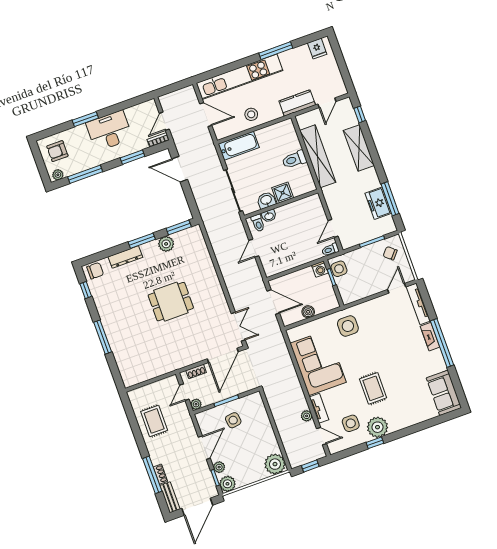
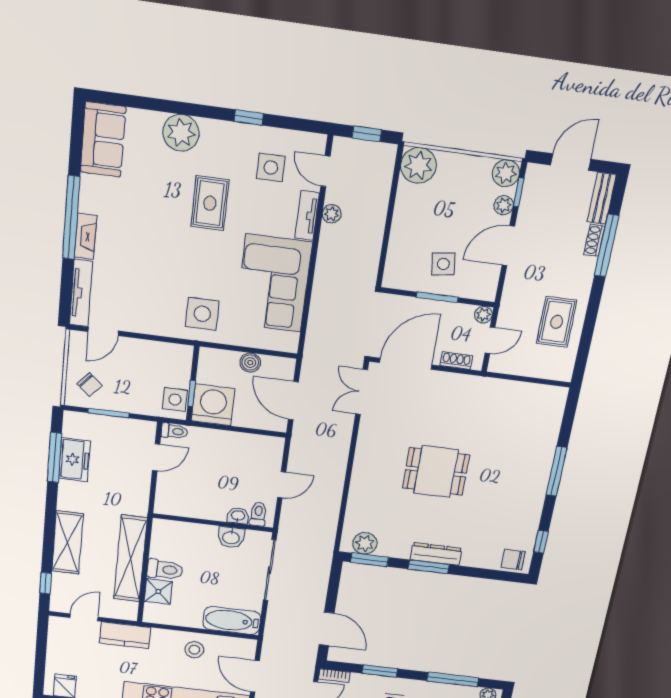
shower: (283, 193) -> (158, 592), moved
plant: (166, 244) -> (365, 543), moved
dresser: (125, 257) -> (436, 554), moved
washing machine: (320, 269) -> (213, 405), width x1.89, depth x1.89
plant: (378, 427) -> (181, 133), moved
door: (197, 507) -> (571, 162), width x0.73

